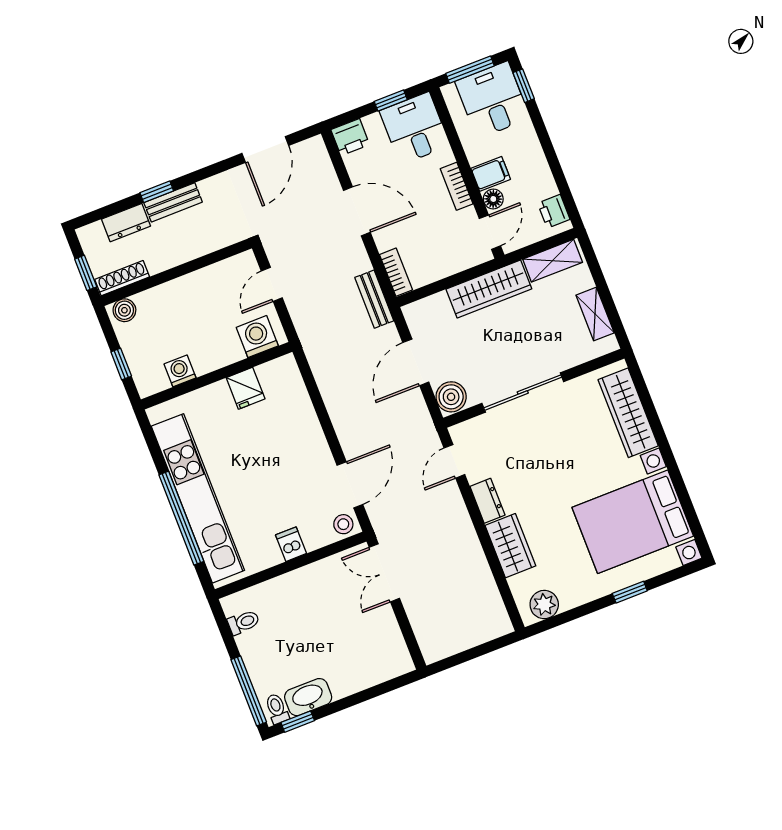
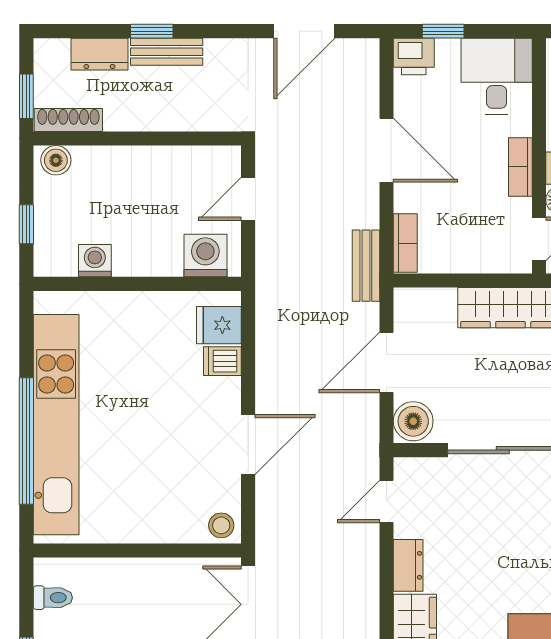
window: (391, 101) -> (443, 31), moved
fridge: (246, 388) -> (219, 325), moved, turned 90
door: (350, 485) -> (248, 445), moved
dishwasher: (291, 544) -> (222, 361), moved, turned -90

